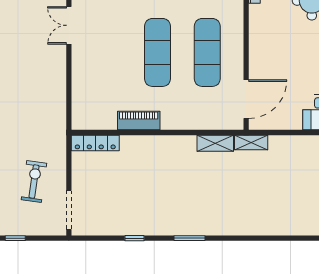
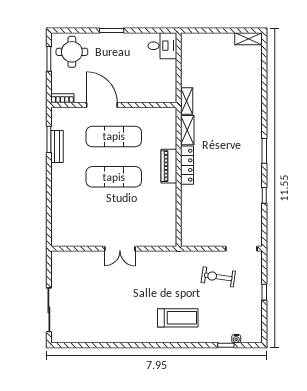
double door: (69, 25) -> (120, 249), moved
door: (246, 99) -> (102, 105), moved
piano: (139, 121) -> (169, 166), moved
locker: (95, 143) -> (187, 165), moved

